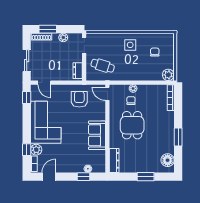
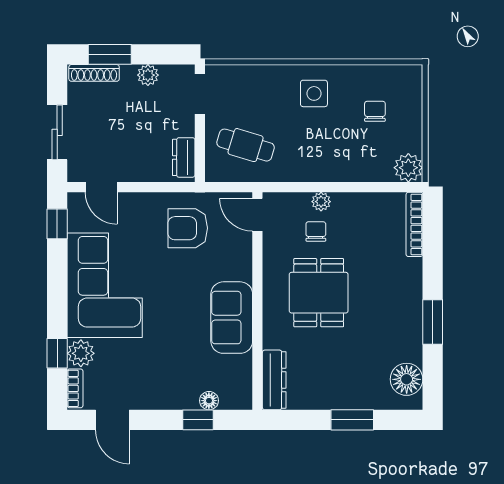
armchair: (79, 99) -> (188, 228), turned -90
door: (49, 177) -> (112, 420), swing flipped

